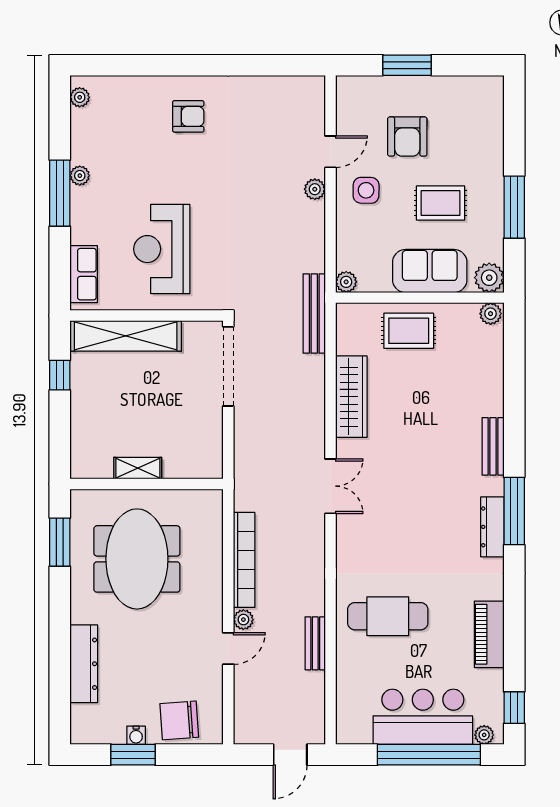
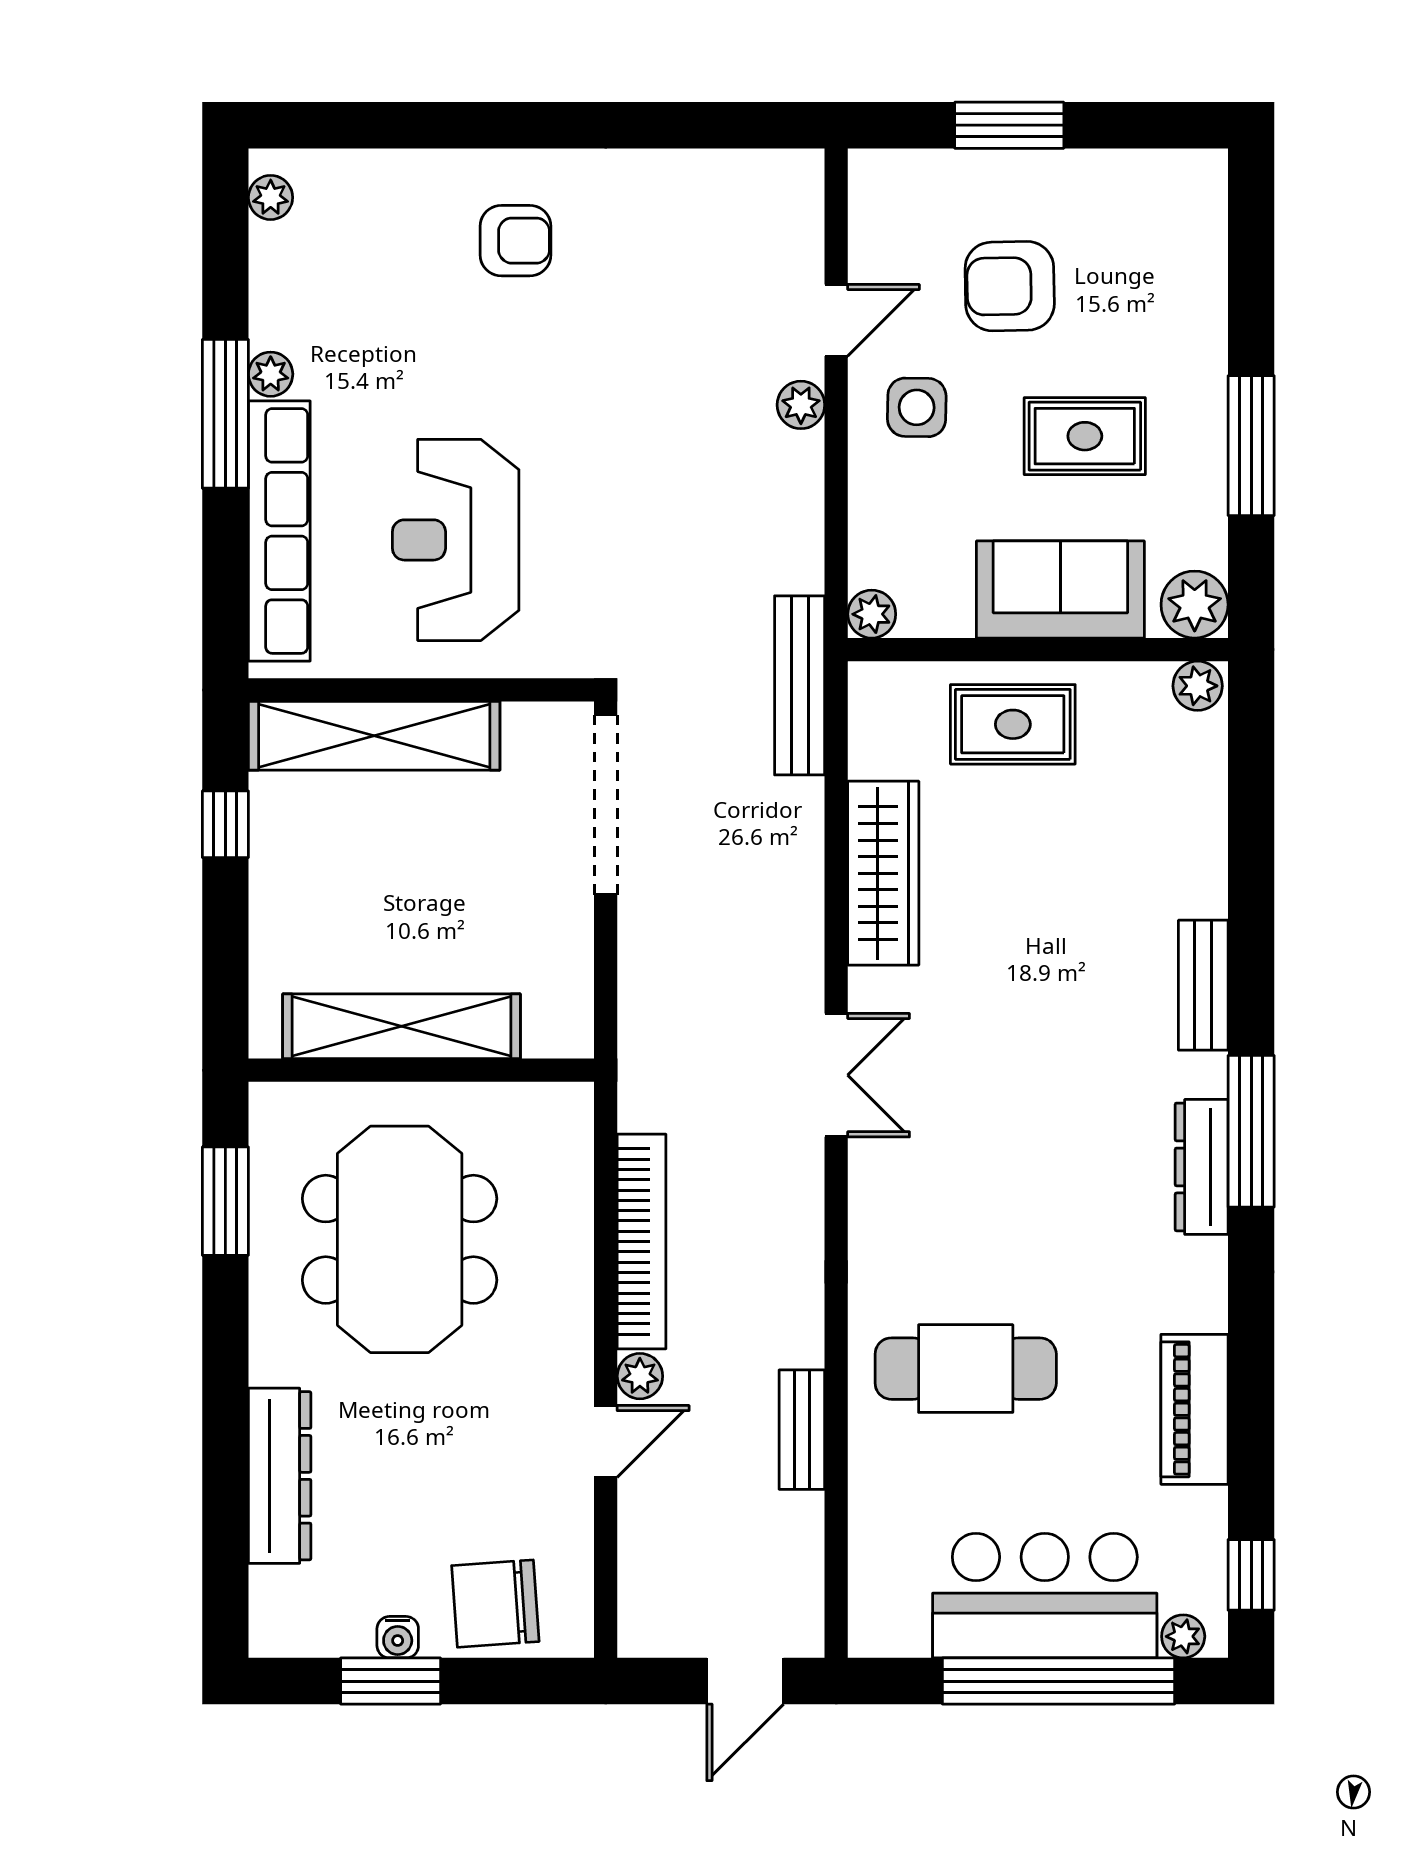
armchair: (407, 137) -> (1010, 286), turned 89
row of seats: (84, 274) -> (279, 531), width x2.02
shelving: (138, 468) -> (402, 1026), width x2.20, depth x1.33

